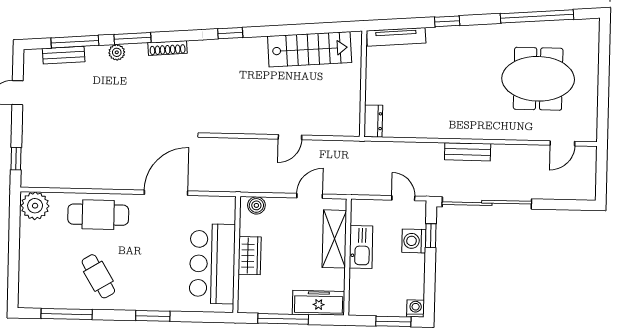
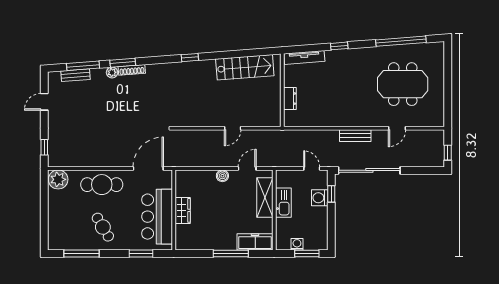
shoe rack: (168, 48) -> (132, 70), moved
dresser: (373, 121) -> (290, 99), moved
door: (562, 143) -> (397, 128), moved
window: (601, 180) -> (448, 153), added
boiler: (256, 205) -> (222, 176), moved
wall: (237, 255) -> (174, 210), moved
wardrobe: (250, 256) -> (183, 210), moved
bar counter: (212, 264) -> (157, 217), moved
washing machine: (416, 308) -> (297, 244), moved

